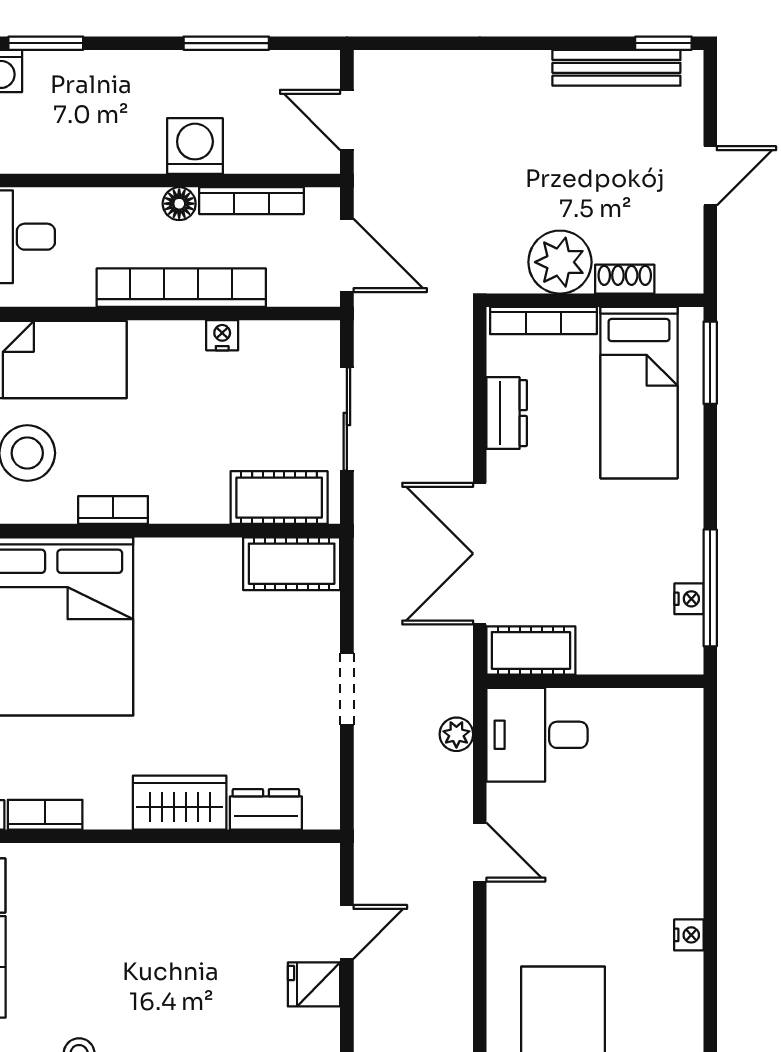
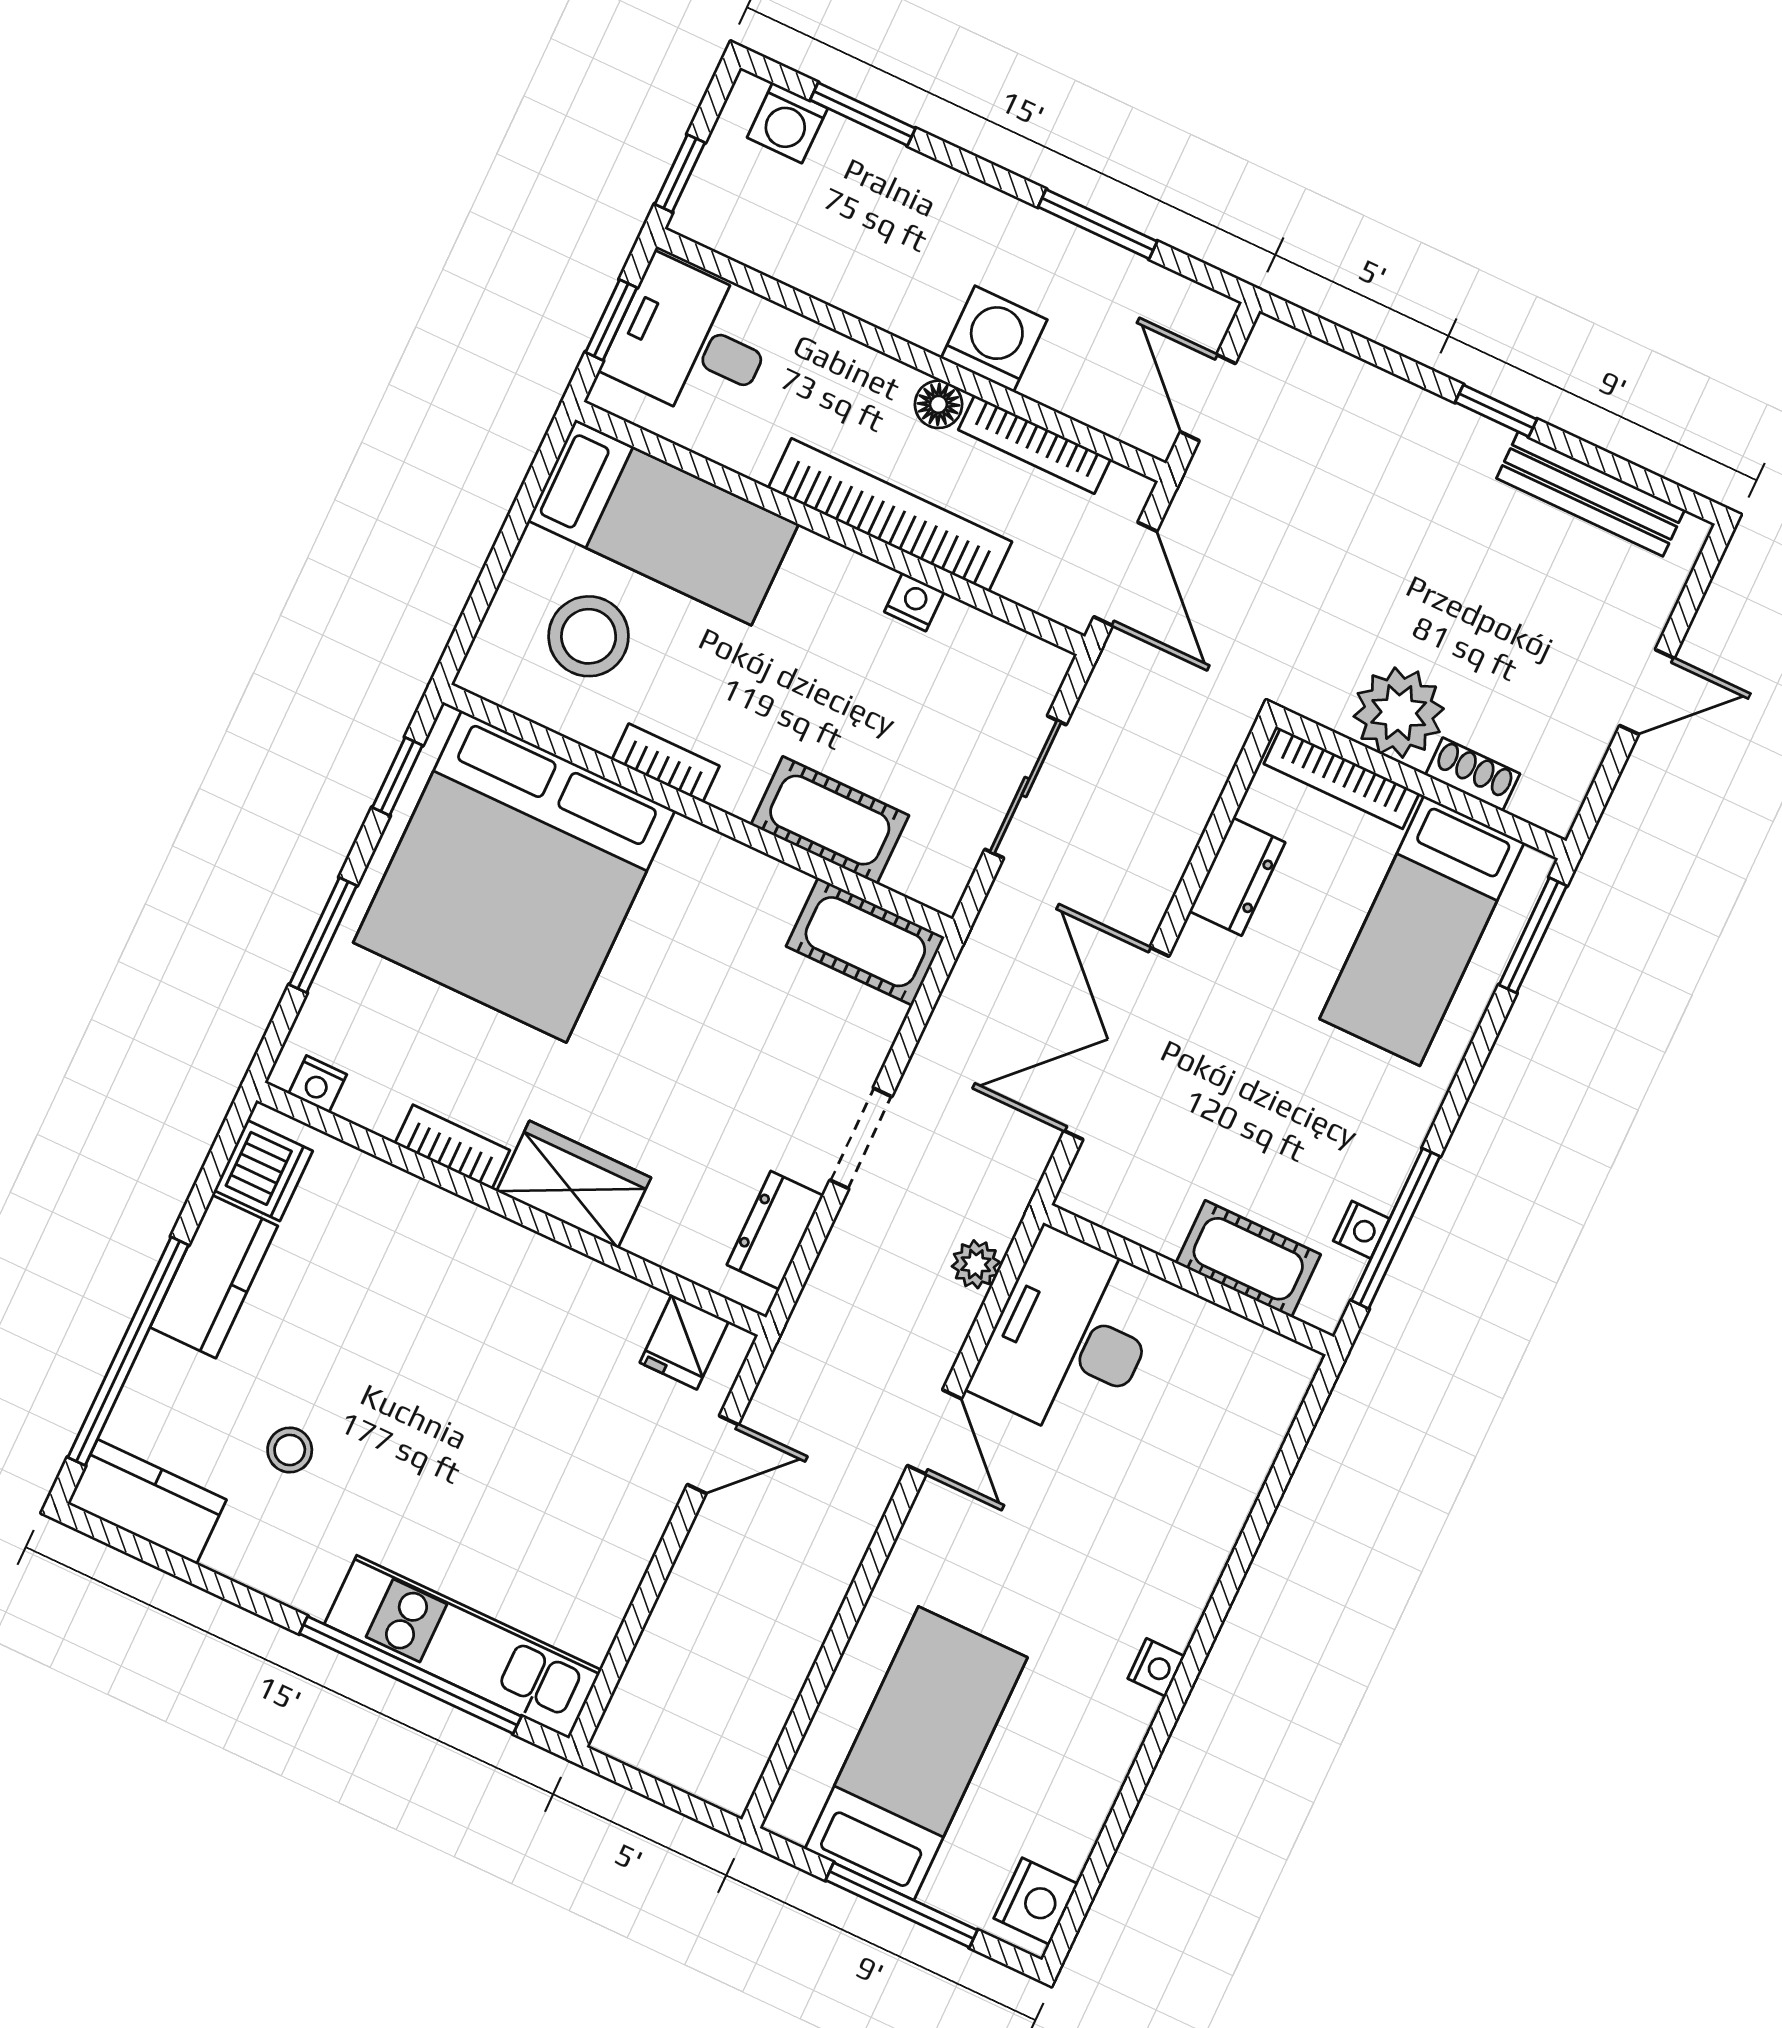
window: (663, 43) -> (1496, 411), moved
cot: (279, 498) -> (830, 820), moved
cot: (531, 650) -> (1248, 1259), moved
desk: (537, 735) -> (1070, 1337), width x1.37
dresser: (266, 809) -> (775, 1230), moved, turned -90
bookcase: (45, 815) -> (452, 1147), moved
fridge: (314, 984) -> (684, 1342), moved, turned -90

